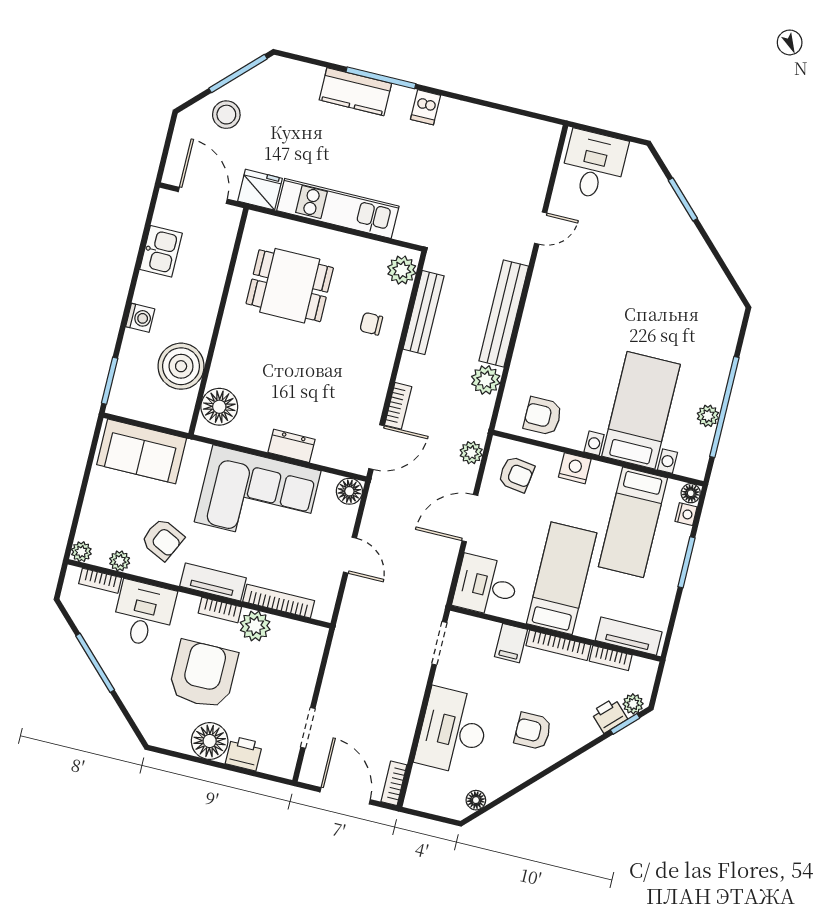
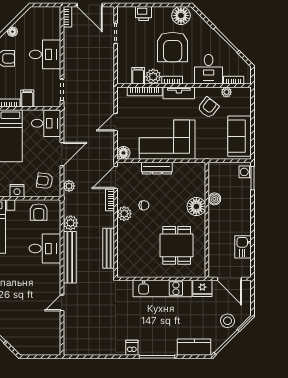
kitchen counter: (355, 92) -> (194, 347), moved
desk: (594, 165) -> (45, 249), moved, turned -90
plant: (402, 270) -> (124, 214), moved
dining table: (290, 286) -> (177, 245), turned 90
washing machine: (140, 318) -> (245, 172), moved
chair: (371, 324) -> (144, 205), moved
boiler: (181, 366) -> (214, 199), width x0.54, depth x0.54
floor lamp: (219, 407) -> (196, 206), moved
armchair: (543, 416) -> (39, 212), turned 90
dresser: (291, 446) -> (157, 168), width x1.44
sofa: (142, 451) -> (239, 136), moved, turned -90
armchair: (163, 539) -> (208, 108), turned 102
plant: (81, 552) -> (246, 92), removed
door: (350, 555) -> (116, 122), hinge flipped
filing cabinet: (284, 635) -> (138, 76), added
desk: (453, 731) -> (45, 54), width x0.73
floor lamp: (210, 741) -> (181, 15), moved
floor lamp: (476, 800) -> (12, 32), moved

